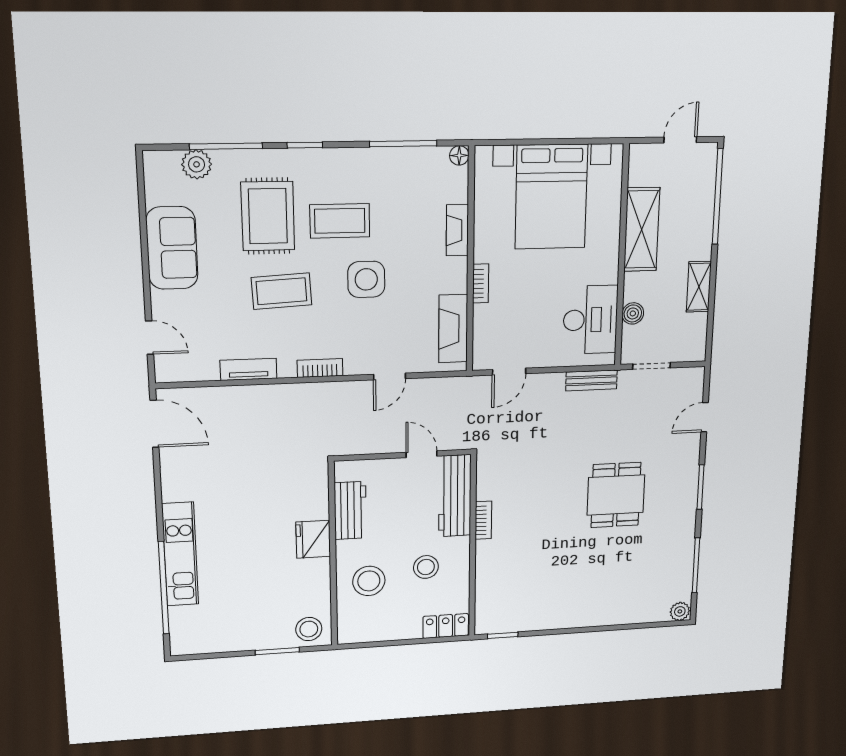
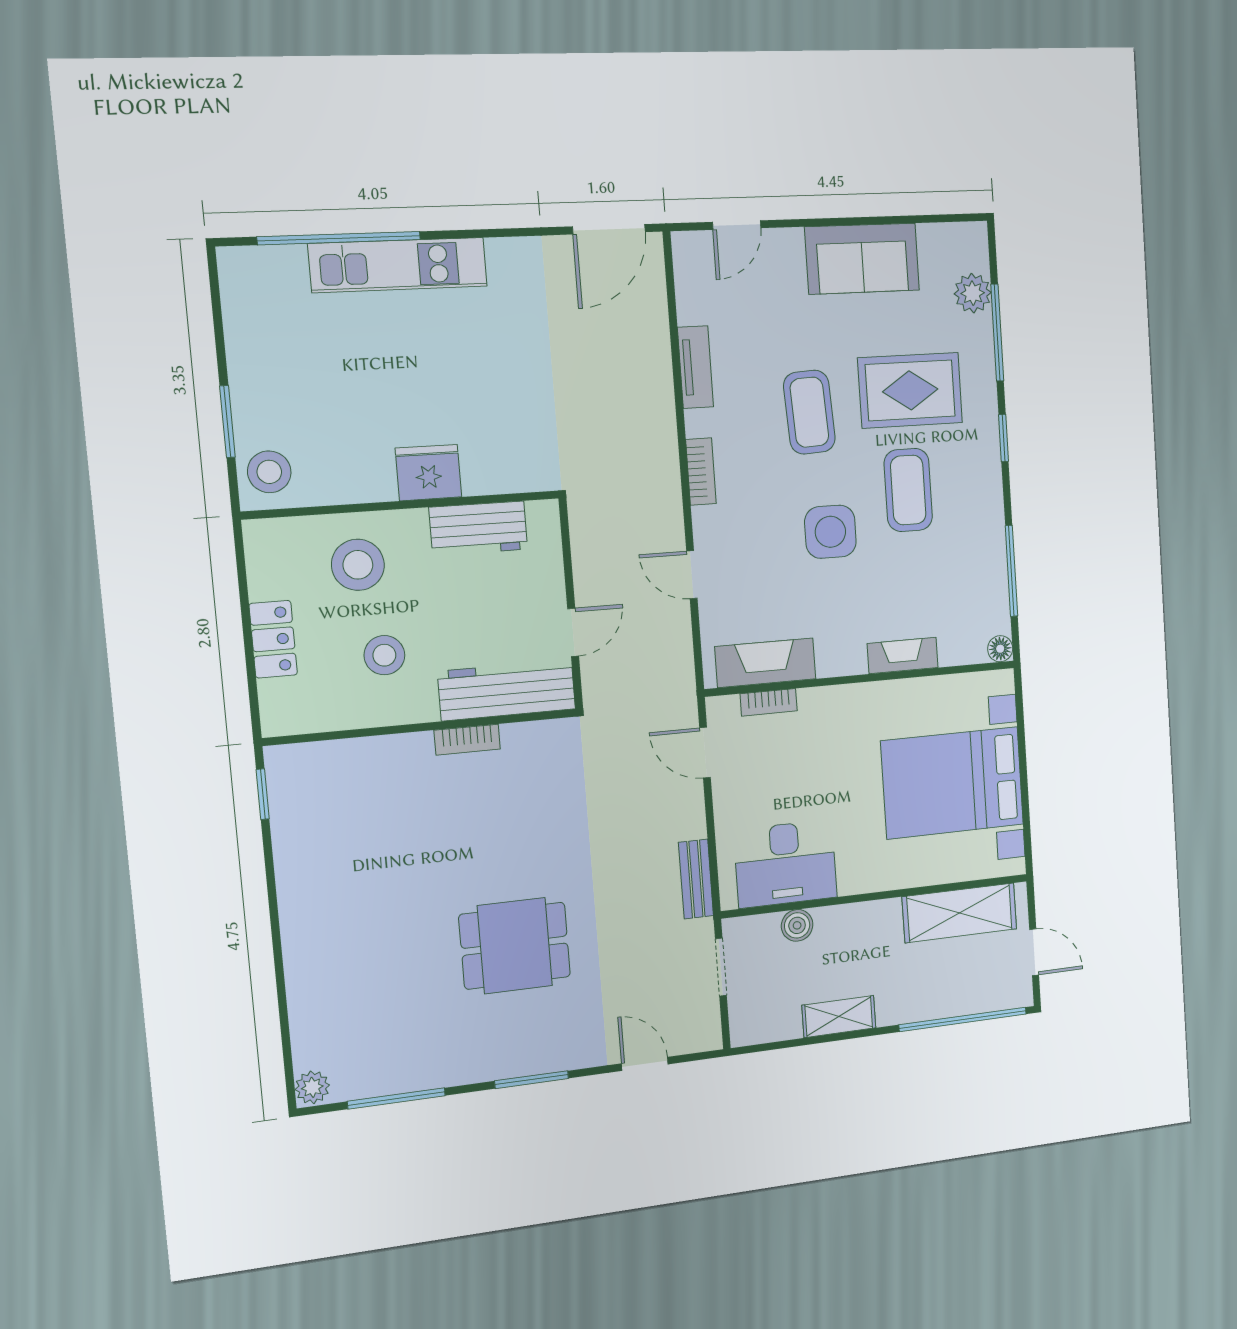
shelving: (642, 229) -> (960, 913), moved
bookcase: (481, 284) -> (769, 702), moved
locker: (446, 626) -> (273, 639), moved

